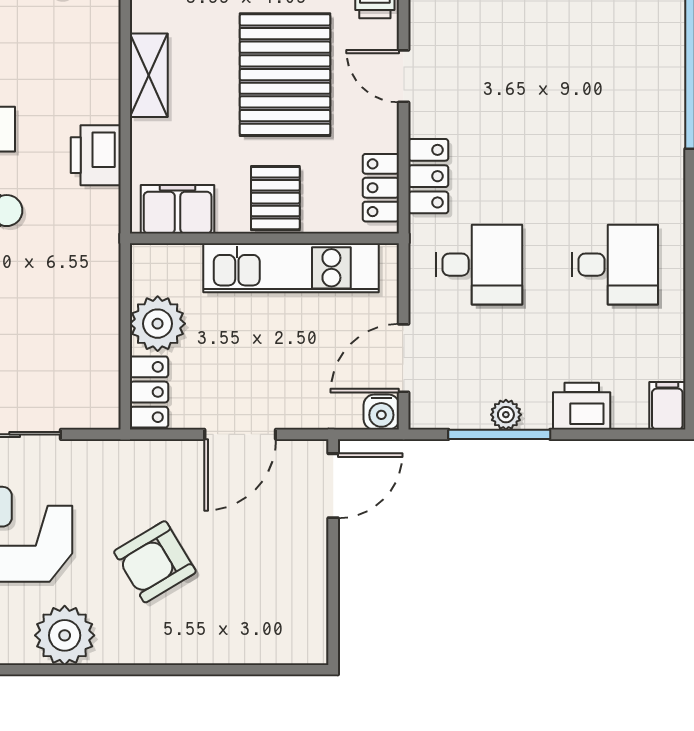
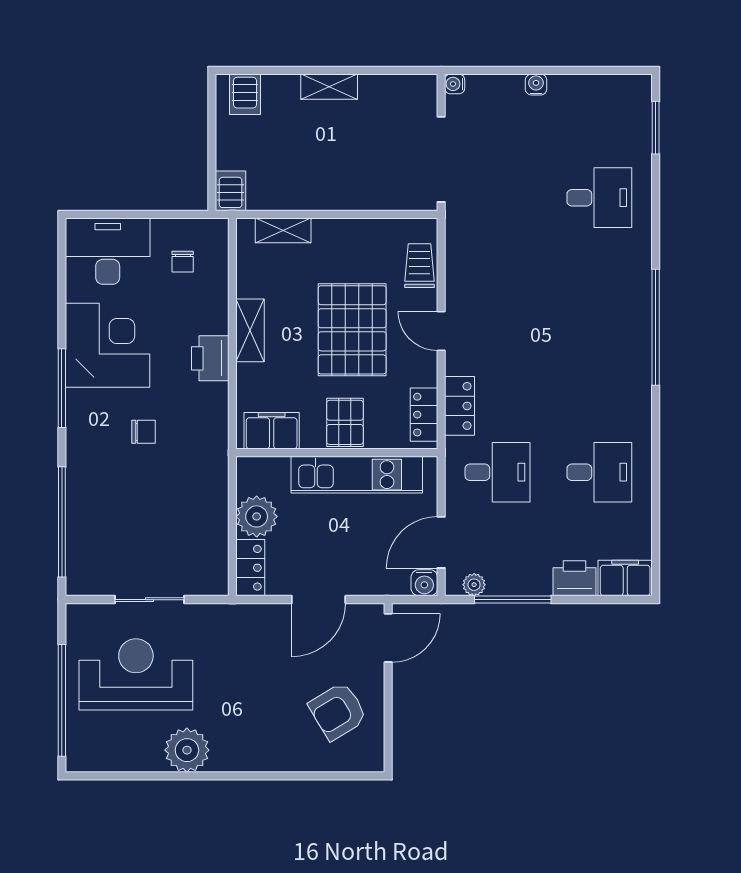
printer: (96, 155) -> (210, 358), moved
filing cabinet: (667, 406) -> (625, 578), width x2.00
plant: (506, 415) -> (474, 585), moved
armchair: (155, 562) -> (338, 711), moved

